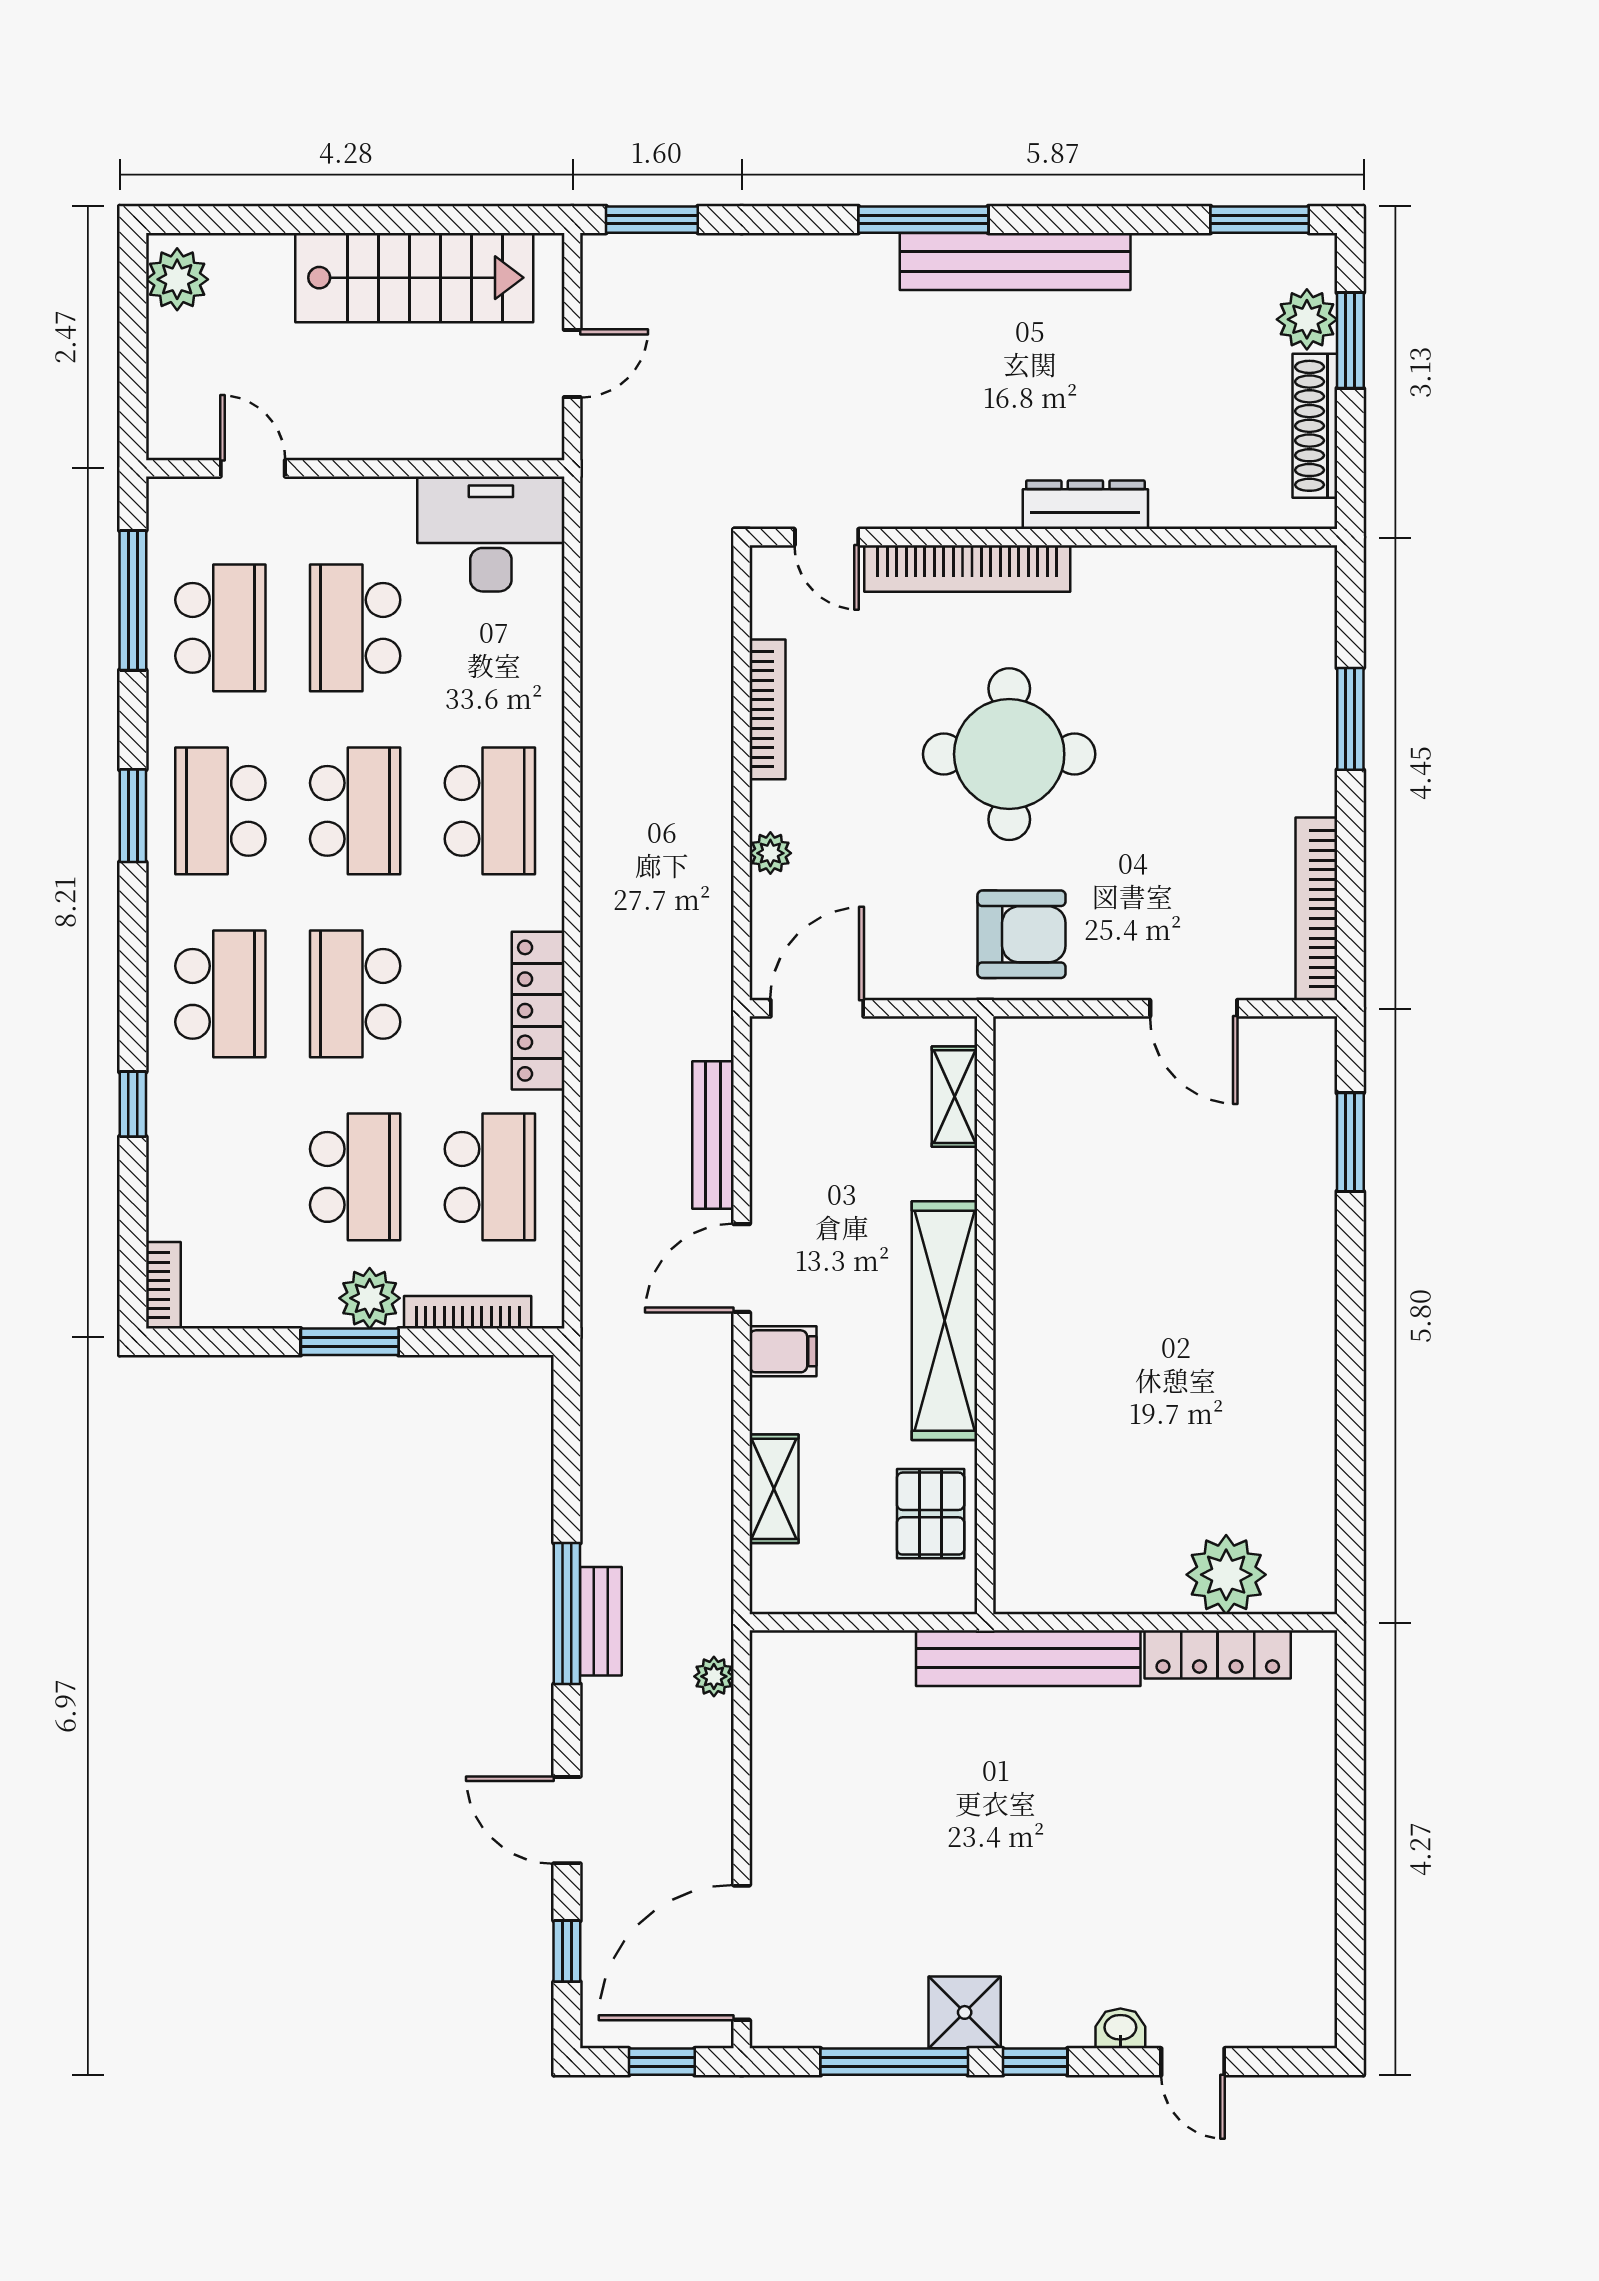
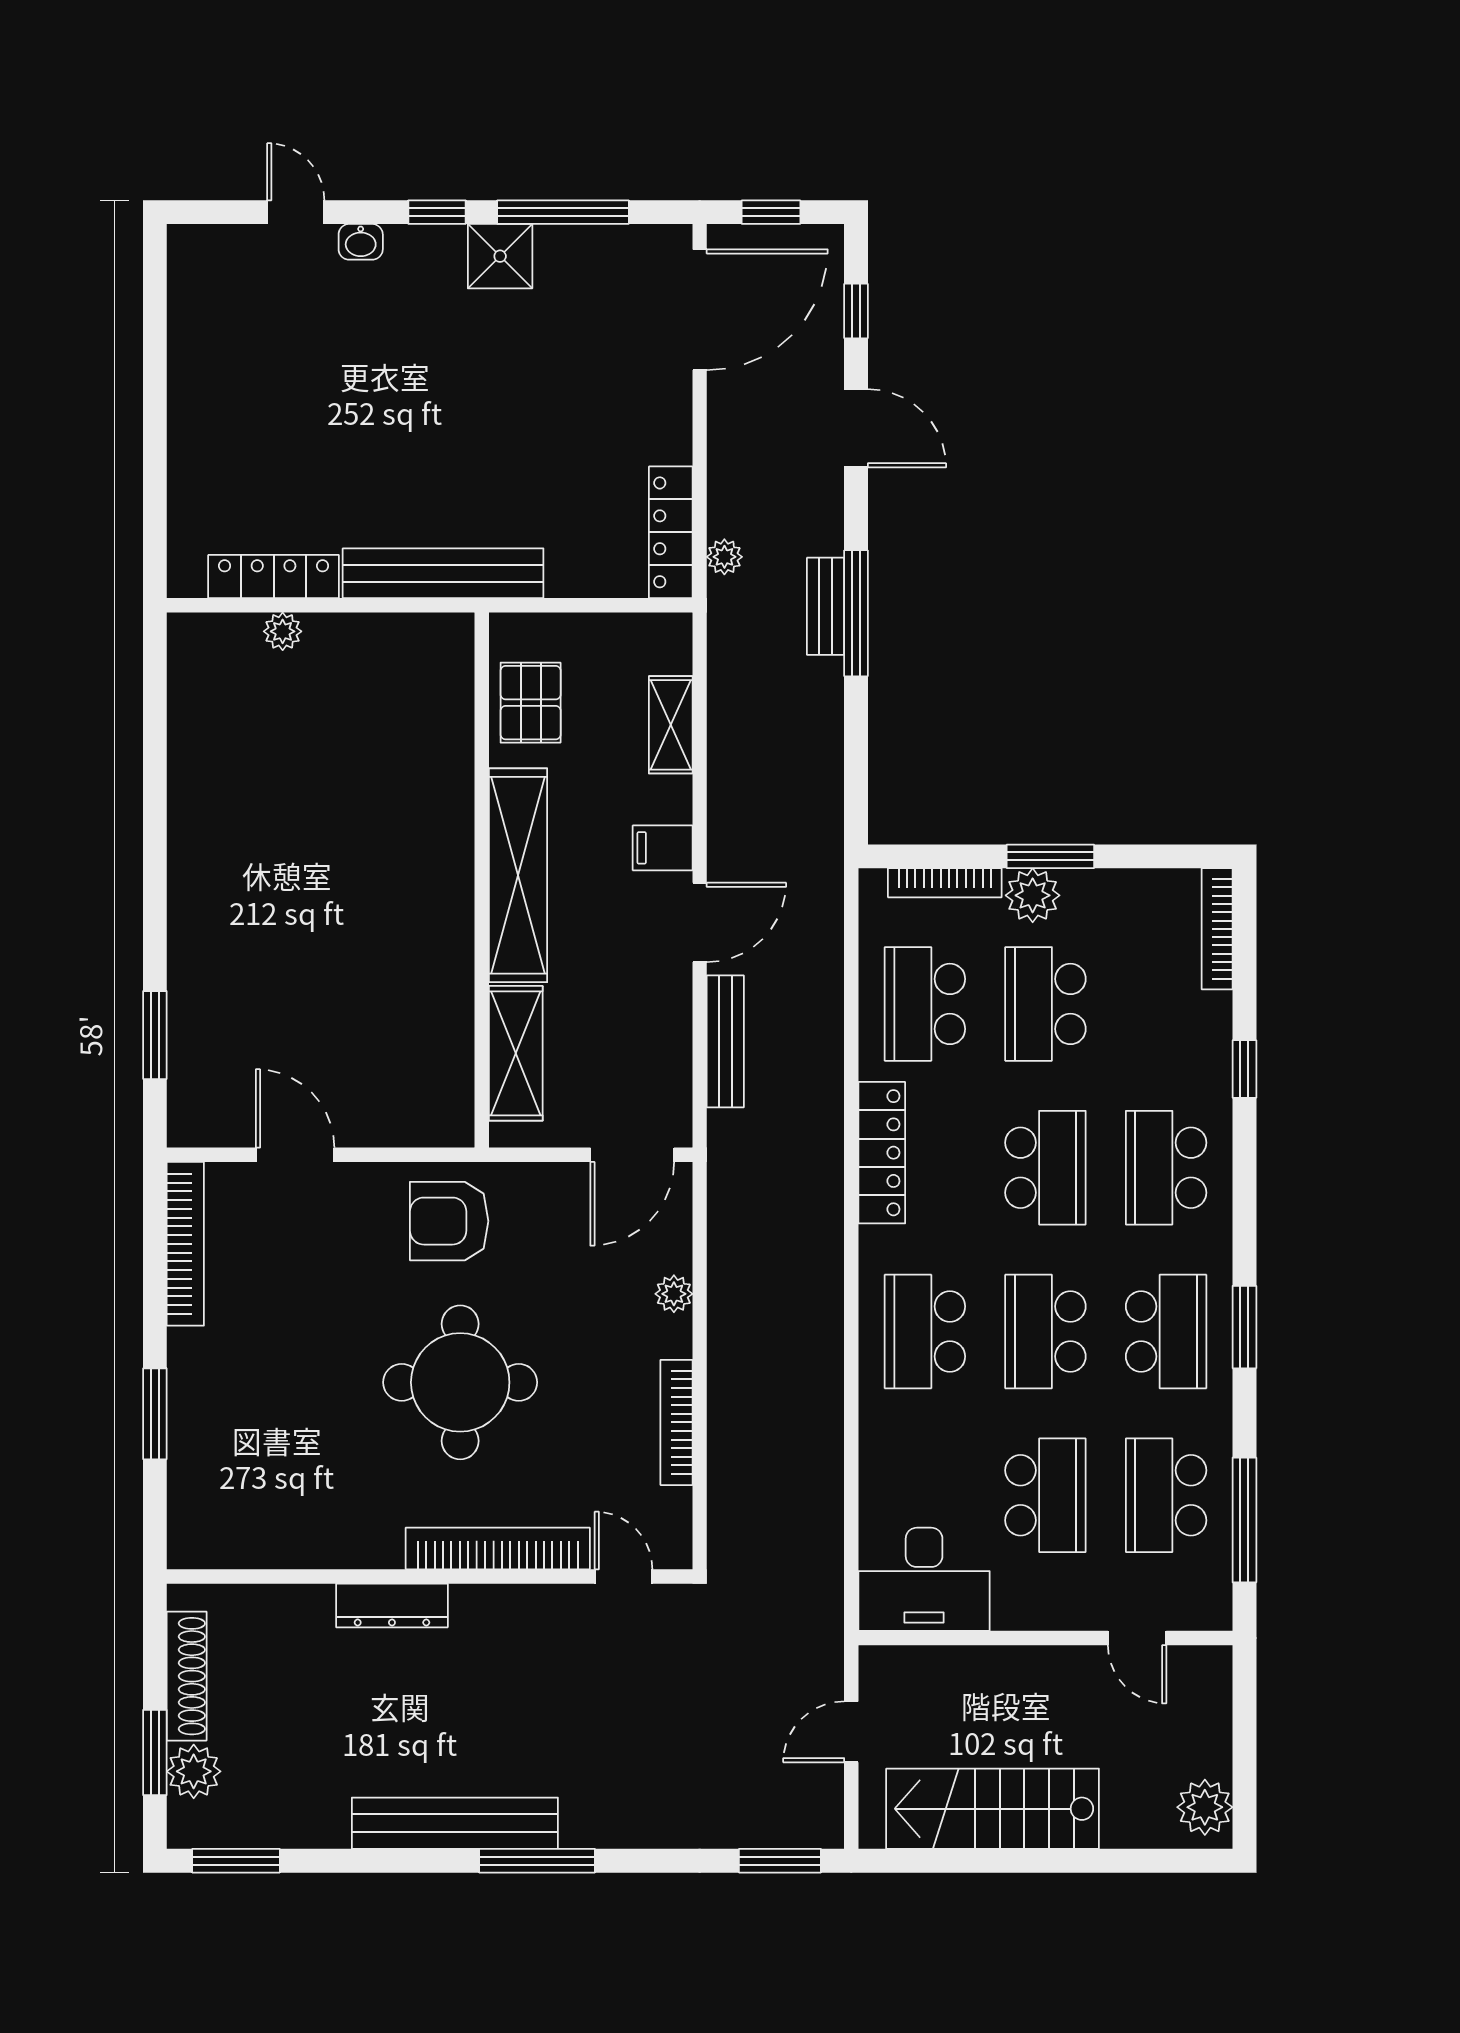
shelving: (955, 1097) -> (516, 1053), width x1.50, depth x1.33
bookcase: (163, 1285) -> (1217, 929), width x1.56
plant: (1226, 1575) -> (283, 631), width x0.53, depth x0.53
locker: (774, 1704) -> (671, 532), added

